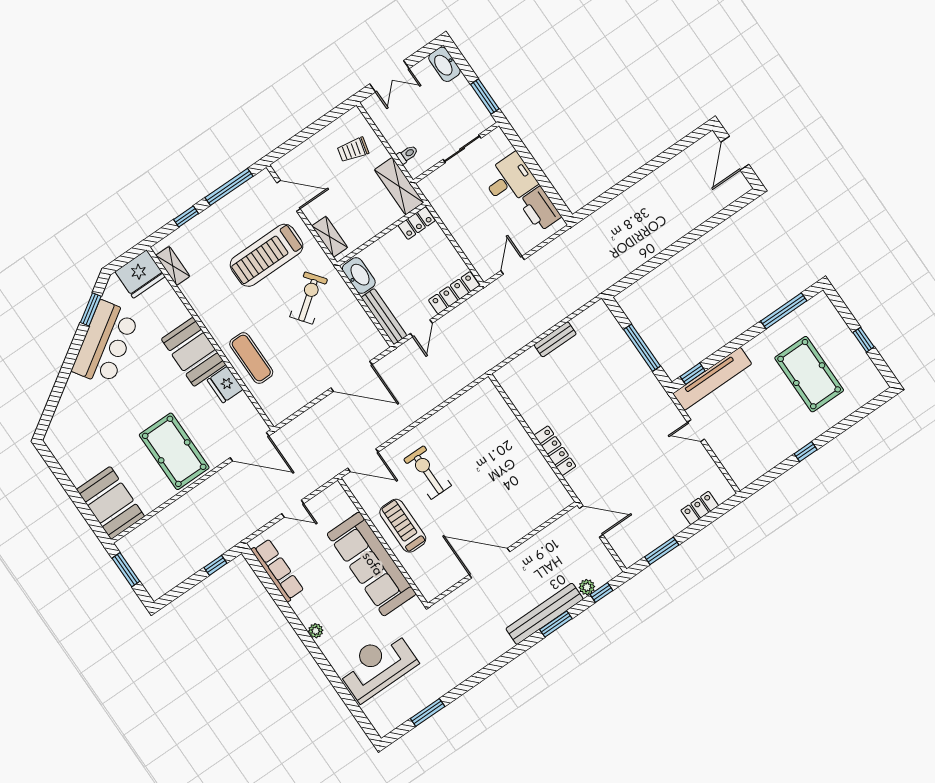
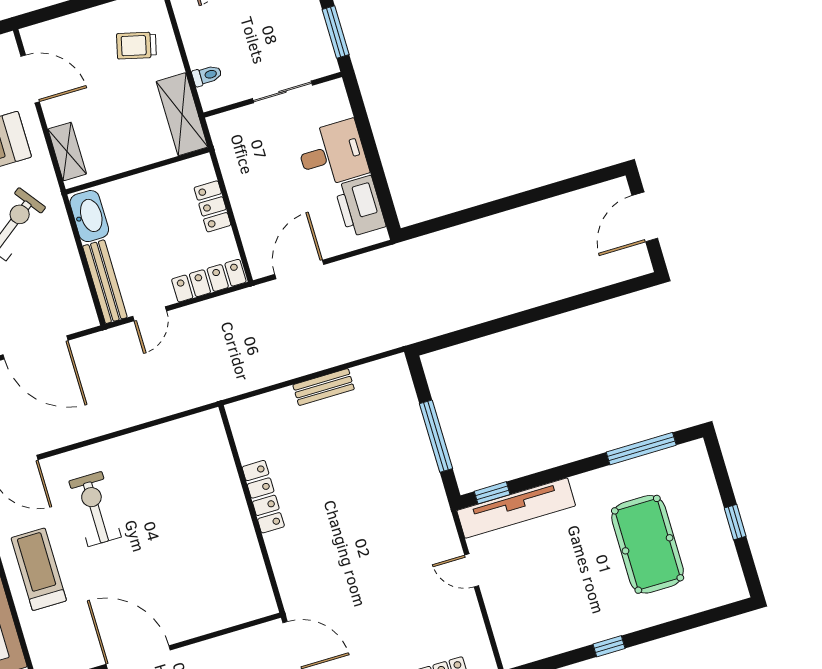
locker: (417, 223) -> (212, 206), moved, turned 90
door: (513, 265) -> (299, 269), width x1.38
locker: (555, 451) -> (263, 497), moved

